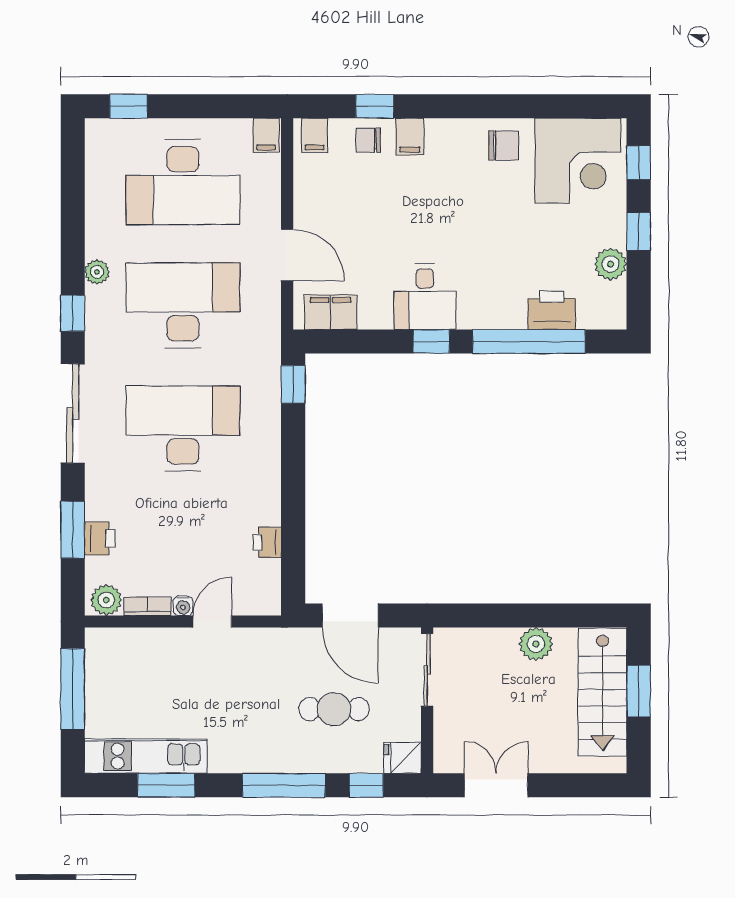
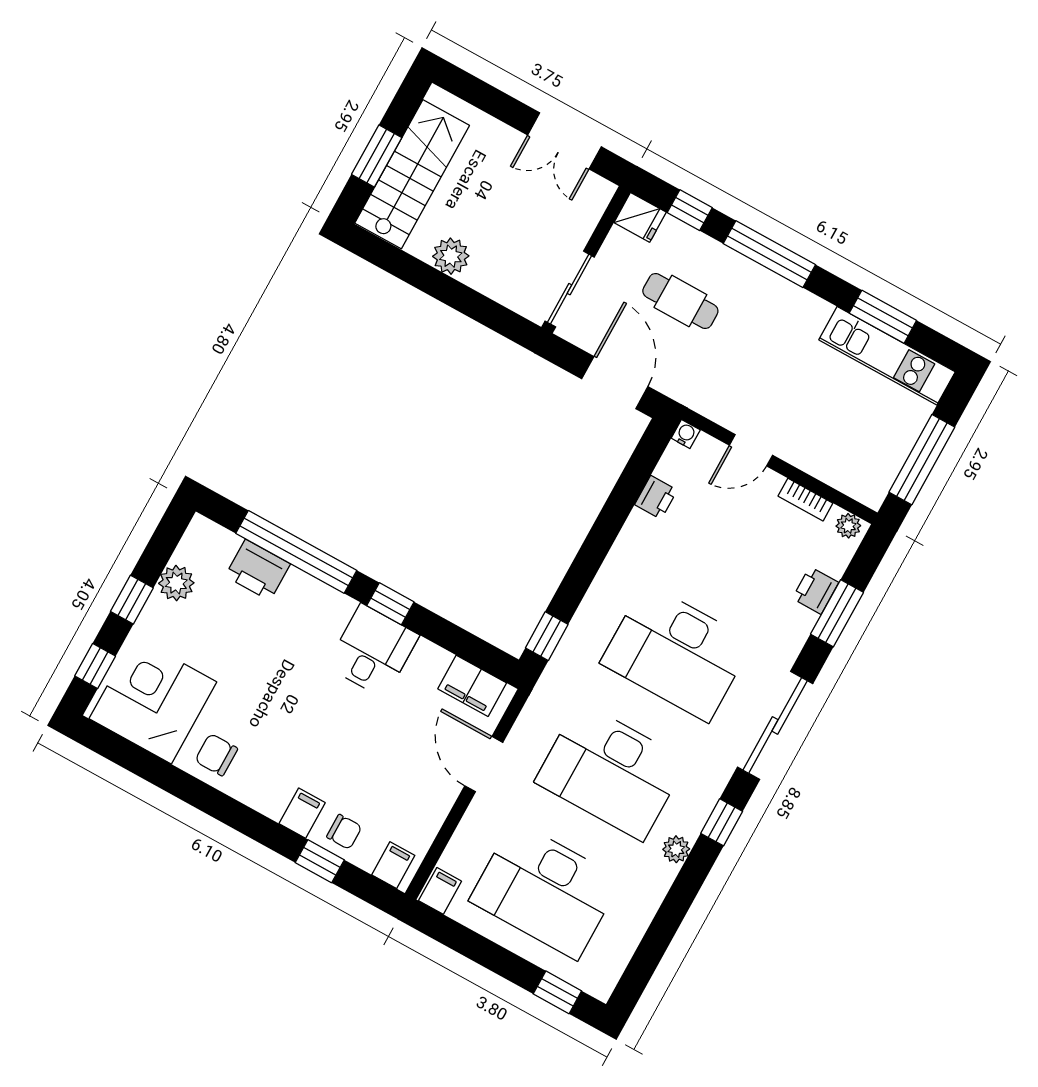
desk: (183, 182) -> (545, 890), turned 180
plant: (106, 600) -> (848, 526), width x0.73, depth x0.73
water cooler: (183, 606) -> (686, 434), moved

